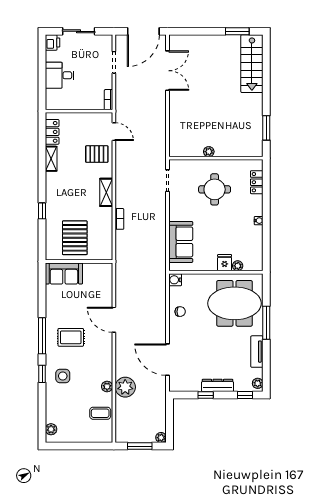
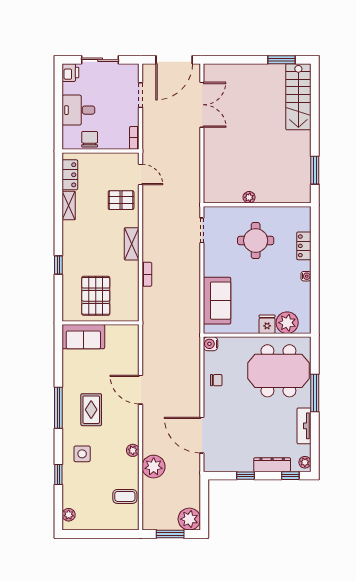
chair: (69, 101) -> (90, 139), added
locker: (257, 182) -> (304, 246), moved
plant: (238, 266) -> (287, 323), width x1.88, depth x1.88
rug: (71, 337) -> (91, 410), turned 90
window: (42, 374) -> (58, 474), moved
dresser: (218, 385) -> (272, 465), moved
plant: (107, 386) -> (133, 450), moved
plant: (161, 438) -> (189, 519), width x1.87, depth x1.87

